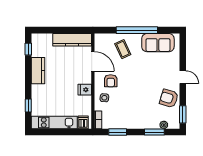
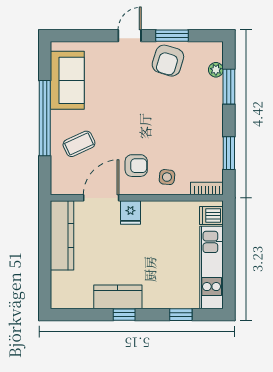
window: (28, 49) -> (124, 315), moved
fridge: (85, 90) -> (130, 213), moved
window: (183, 114) -> (172, 36), moved

